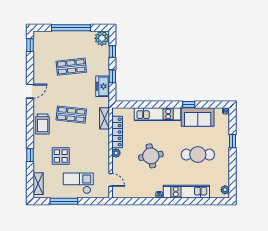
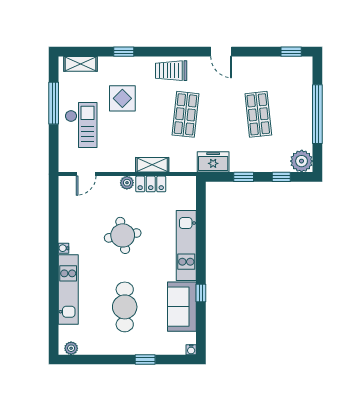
freezer: (103, 86) -> (213, 162), moved
shelving: (104, 118) -> (152, 165), moved
locker: (117, 132) -> (151, 184), width x0.66

